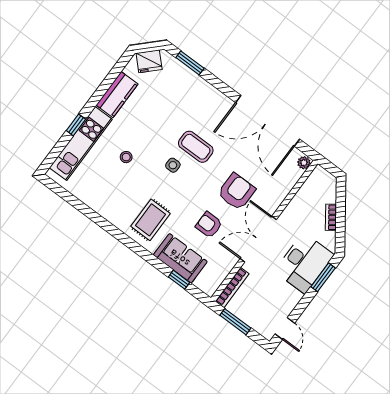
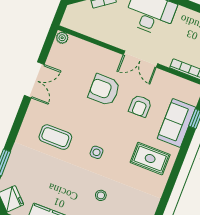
double door: (268, 121) -> (34, 80), width x0.54
coffee table: (196, 147) -> (55, 137), moved, turned 90
double door: (258, 239) -> (141, 59), width x0.73

